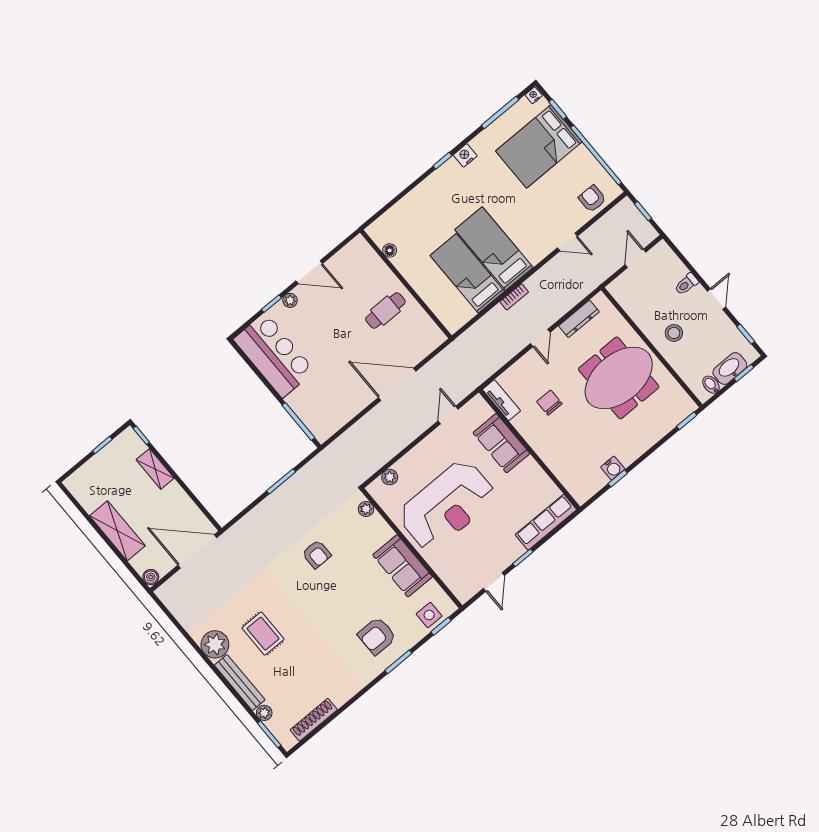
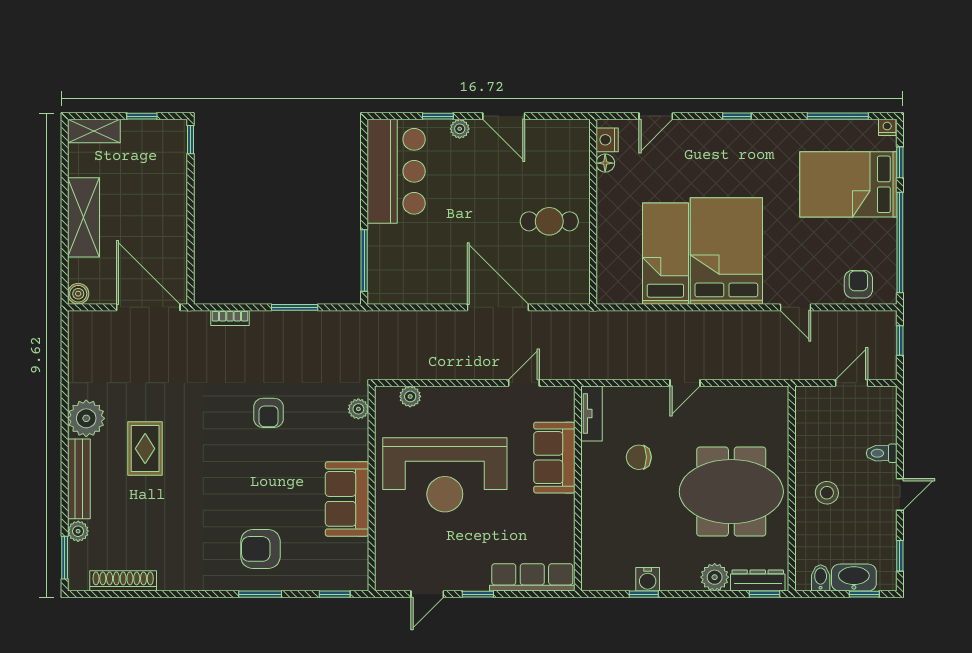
nightstand: (465, 155) -> (607, 140), moved, turned -90
door: (396, 199) -> (656, 116), added
bed: (494, 249) -> (726, 251), width x1.50
bookcase: (514, 297) -> (230, 318), moved
dresser: (579, 319) -> (758, 581), moved, turned 180
chair: (549, 403) -> (639, 457), turned -90
plant: (650, 435) -> (715, 577), added
shelving: (155, 469) -> (94, 131), moved, turned 90
side table: (429, 615) -> (332, 572), removed

